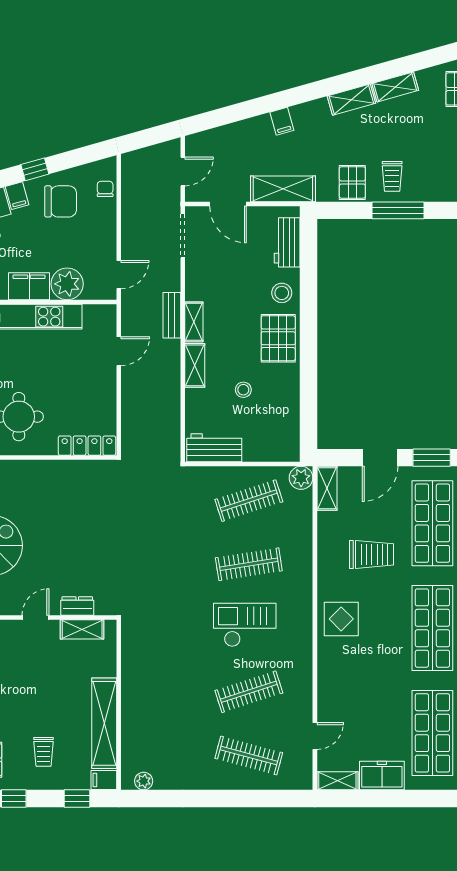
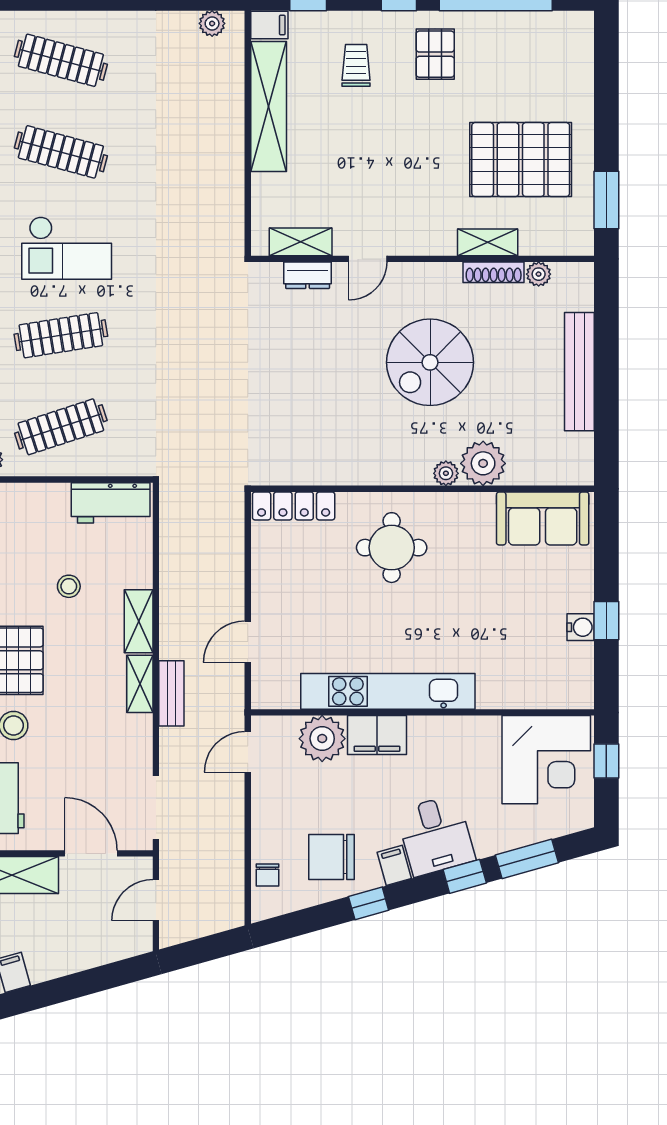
clothes rail: (249, 692) -> (61, 152), turned 33

